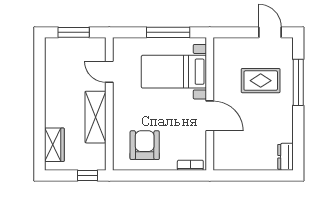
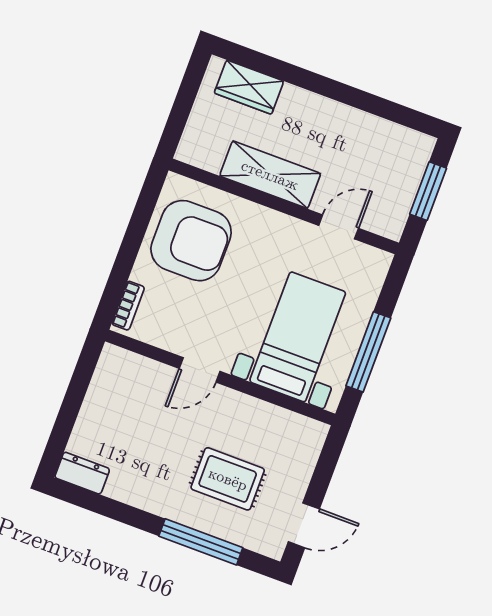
rug: (261, 81) -> (228, 479), turned 90
door: (210, 116) -> (200, 370), width x0.73
armchair: (145, 145) -> (191, 241), width x1.36, depth x1.36
window: (88, 175) -> (176, 124), removed

